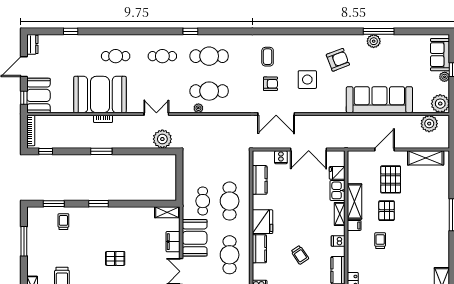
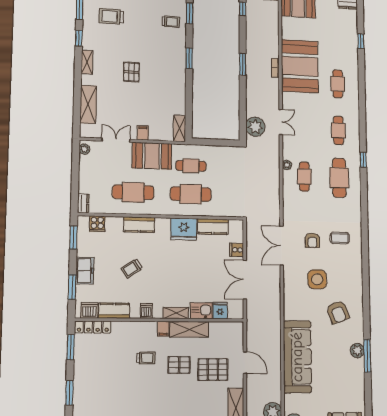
cafe table: (209, 91) -> (304, 177), width x0.73, depth x0.74
fridge: (263, 222) -> (184, 229), moved
filing cabinet: (173, 242) -> (143, 133), width x0.50

